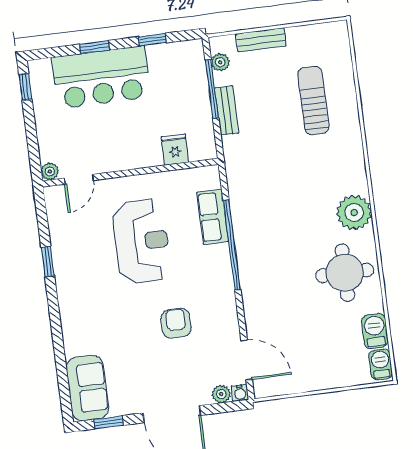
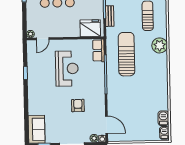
fridge: (175, 150) -> (90, 28), width x1.88, depth x1.34
sun lounger: (274, 194) -> (126, 54), added
plant: (354, 213) -> (160, 45), moved
row of seats: (213, 217) -> (98, 50), moved
round table: (345, 273) -> (153, 92), removed

